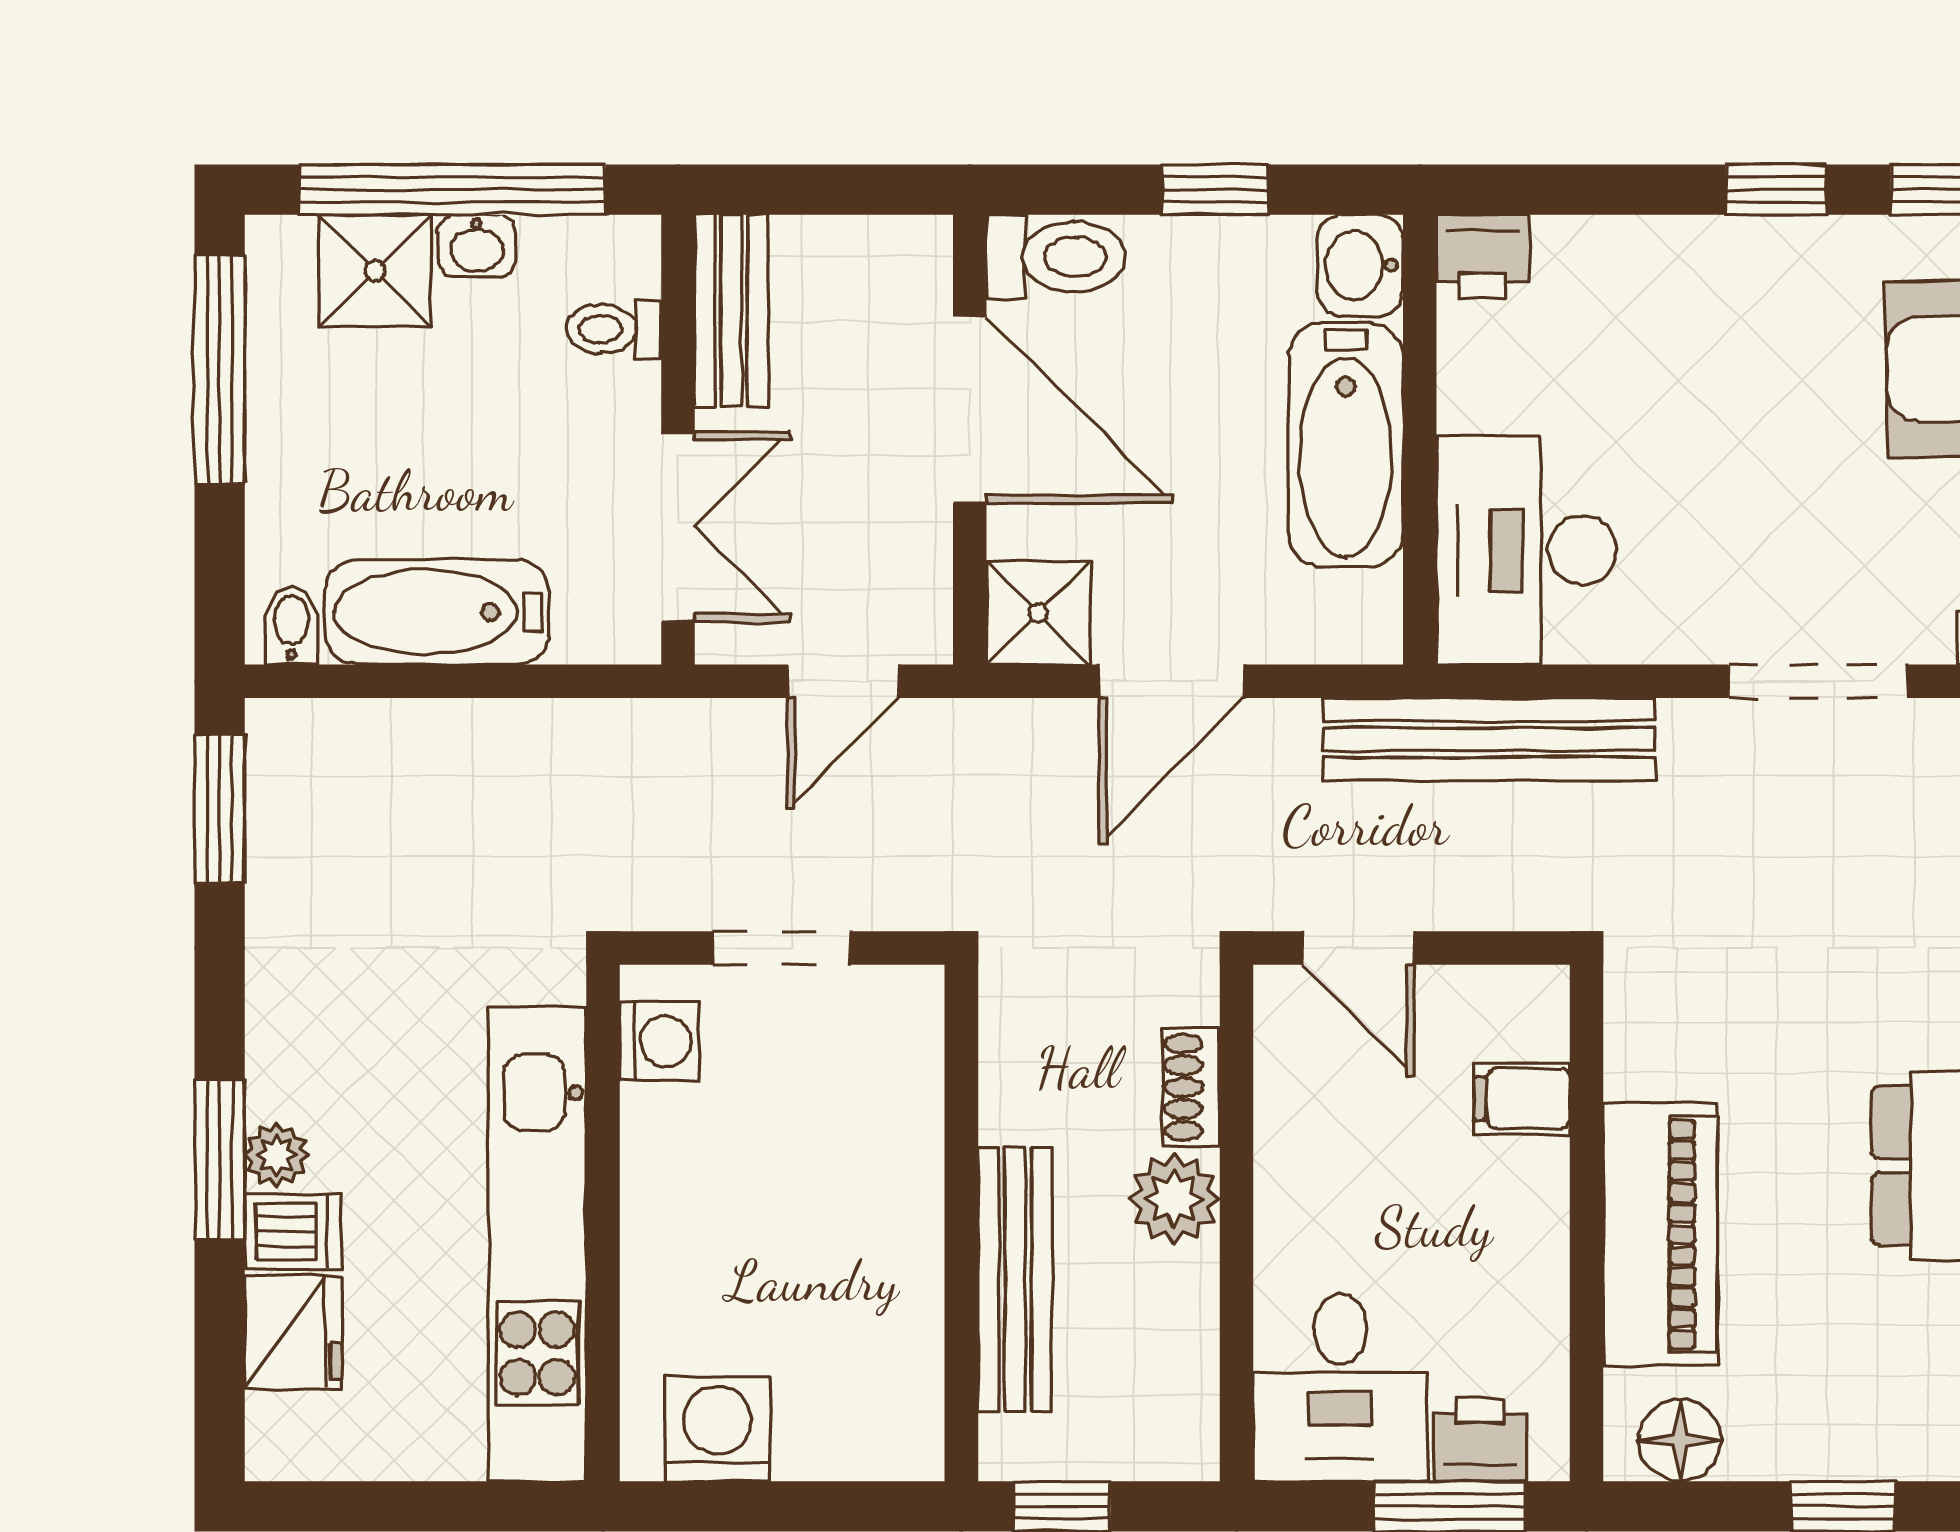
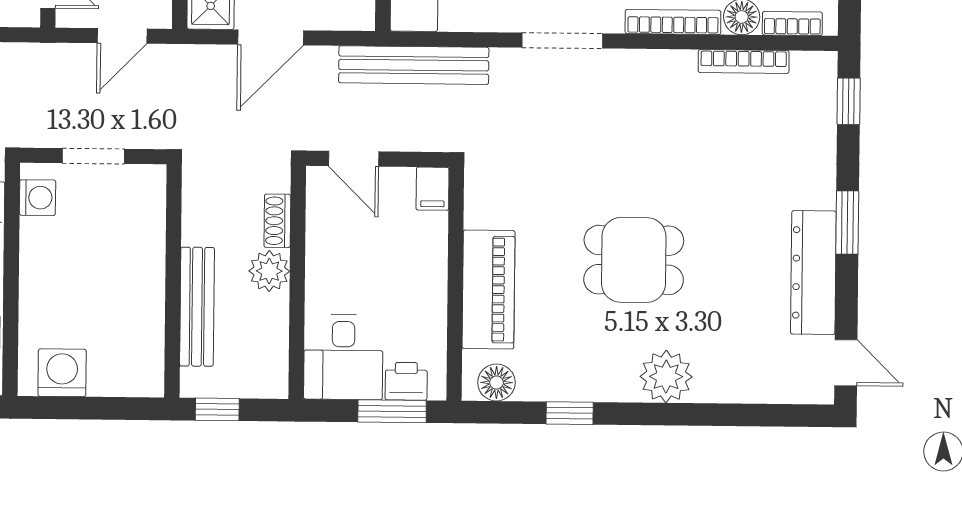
filing cabinet: (1522, 1099) -> (433, 189), moved, turned -90

